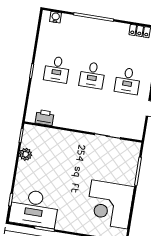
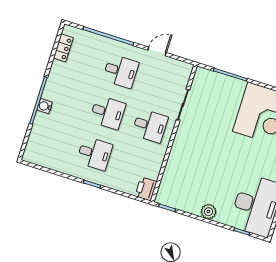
water cooler: (56, 17) -> (45, 106), moved
desk: (86, 111) -> (150, 126), added
printer: (45, 118) -> (146, 189), moved
plant: (26, 154) -> (209, 212), moved

